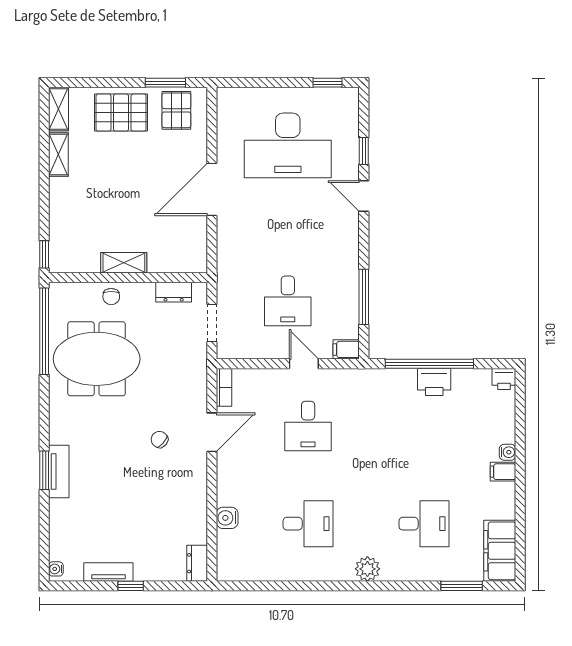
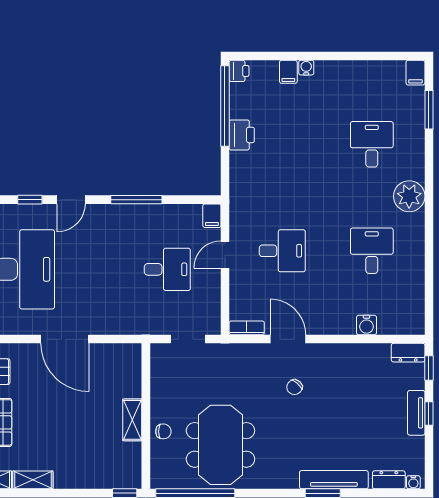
dresser: (174, 292) -> (389, 480), moved, turned -90
window: (364, 297) -> (136, 200), moved
window: (429, 364) -> (225, 106), moved
tv unit: (59, 471) -> (334, 480), width x1.41
filing cabinet: (503, 472) -> (288, 72), moved
filing cabinet: (500, 551) -> (415, 73), width x0.33, depth x0.86
plant: (367, 569) -> (409, 196), width x1.36, depth x1.36
tv unit: (108, 572) -> (416, 413), moved
window: (180, 586) -> (429, 368), added

